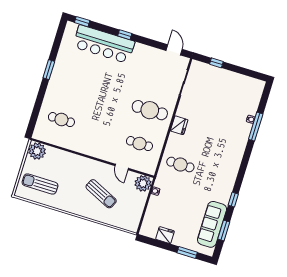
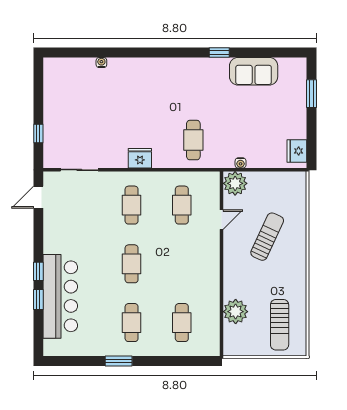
window: (82, 22) -> (38, 299), moved
cafe table: (72, 86) -> (132, 323), added
cafe table: (111, 98) -> (132, 264), added
cafe table: (150, 110) -> (132, 205), width x0.73, depth x0.74
window: (256, 127) -> (109, 53), removed
plant: (37, 151) -> (236, 312), moved
sofa: (212, 224) -> (254, 71), width x0.73
window: (224, 231) -> (266, 53), removed
fridge: (165, 235) -> (297, 151), moved

